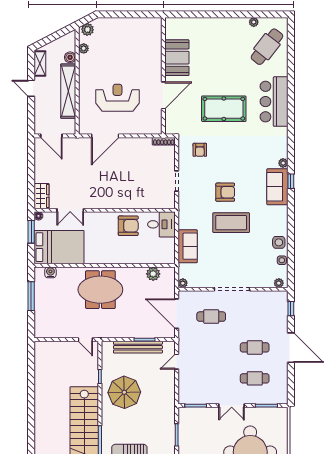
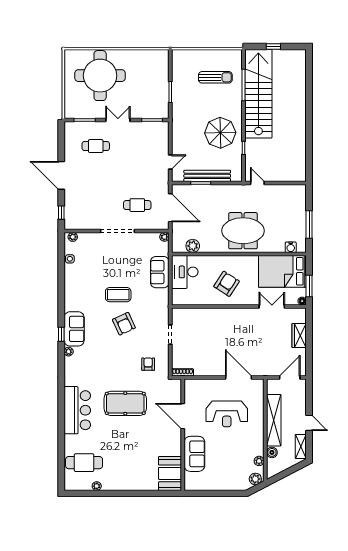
cafe table: (267, 47) -> (84, 463), turned 52
sofa: (151, 56) -> (194, 454), added
booth: (177, 58) -> (170, 473), moved
door: (163, 95) -> (183, 416), hinge flipped
door: (51, 136) -> (290, 377), hinge flipped
door: (105, 136) -> (239, 377), hinge flipped
armchair: (225, 192) -> (124, 324), turned -115
wardrobe: (42, 196) -> (299, 336), moved
coffee table: (231, 223) -> (118, 295), width x0.73, depth x0.76
desk: (161, 224) -> (185, 272), moved, width x1.37
armchair: (128, 226) -> (227, 284), moved, turned 123
side table: (279, 242) -> (73, 276), removed
cafe table: (255, 347) -> (96, 176), removed

